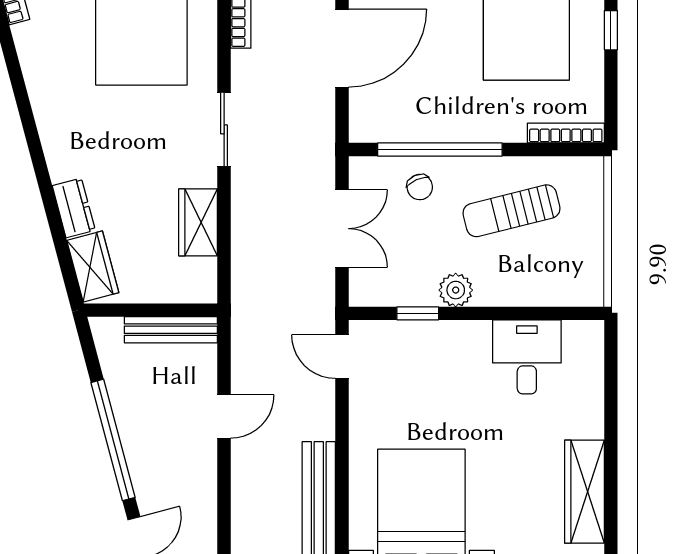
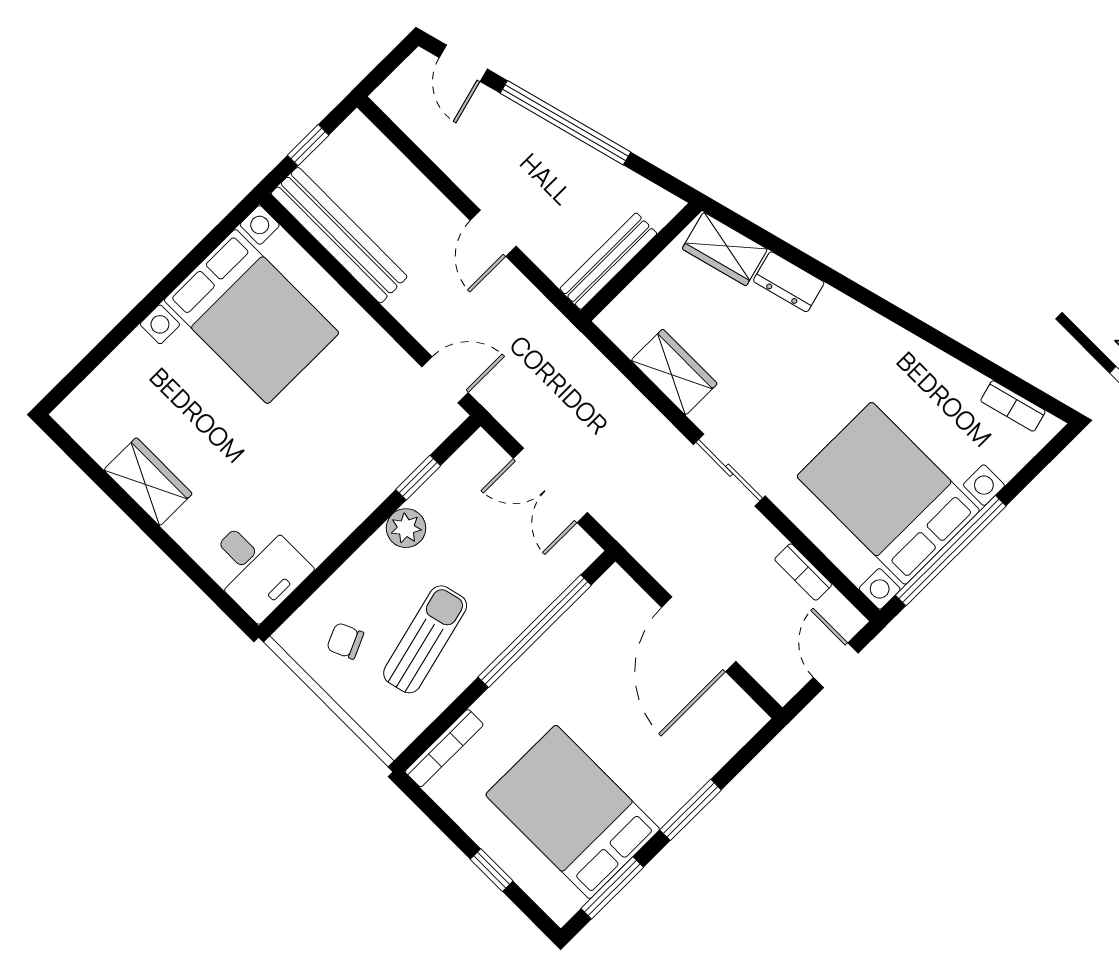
chair: (420, 187) -> (345, 641), moved
desk: (527, 357) -> (257, 567), moved
wardrobe: (584, 492) -> (148, 482), width x0.67

